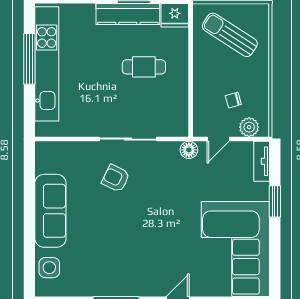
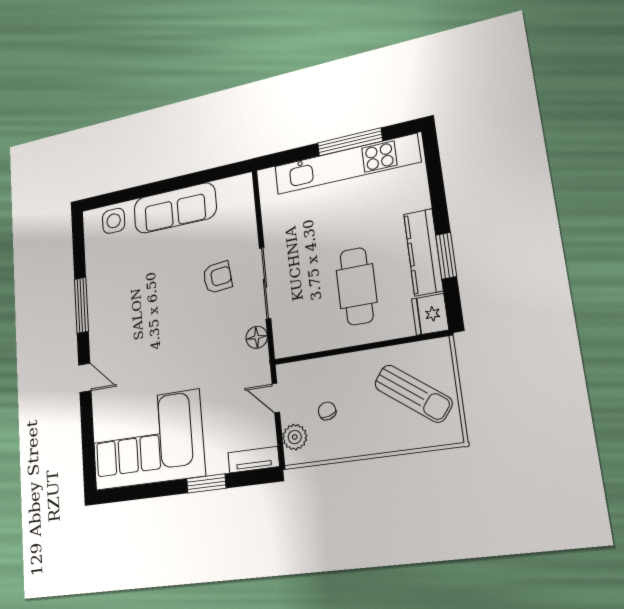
sun lounger: (230, 35) -> (413, 393), turned 94
cafe table: (144, 67) -> (357, 286), width x1.37, depth x1.35
floor lamp: (189, 150) -> (257, 337), moved
armchair: (116, 178) -> (217, 277), turned 58

